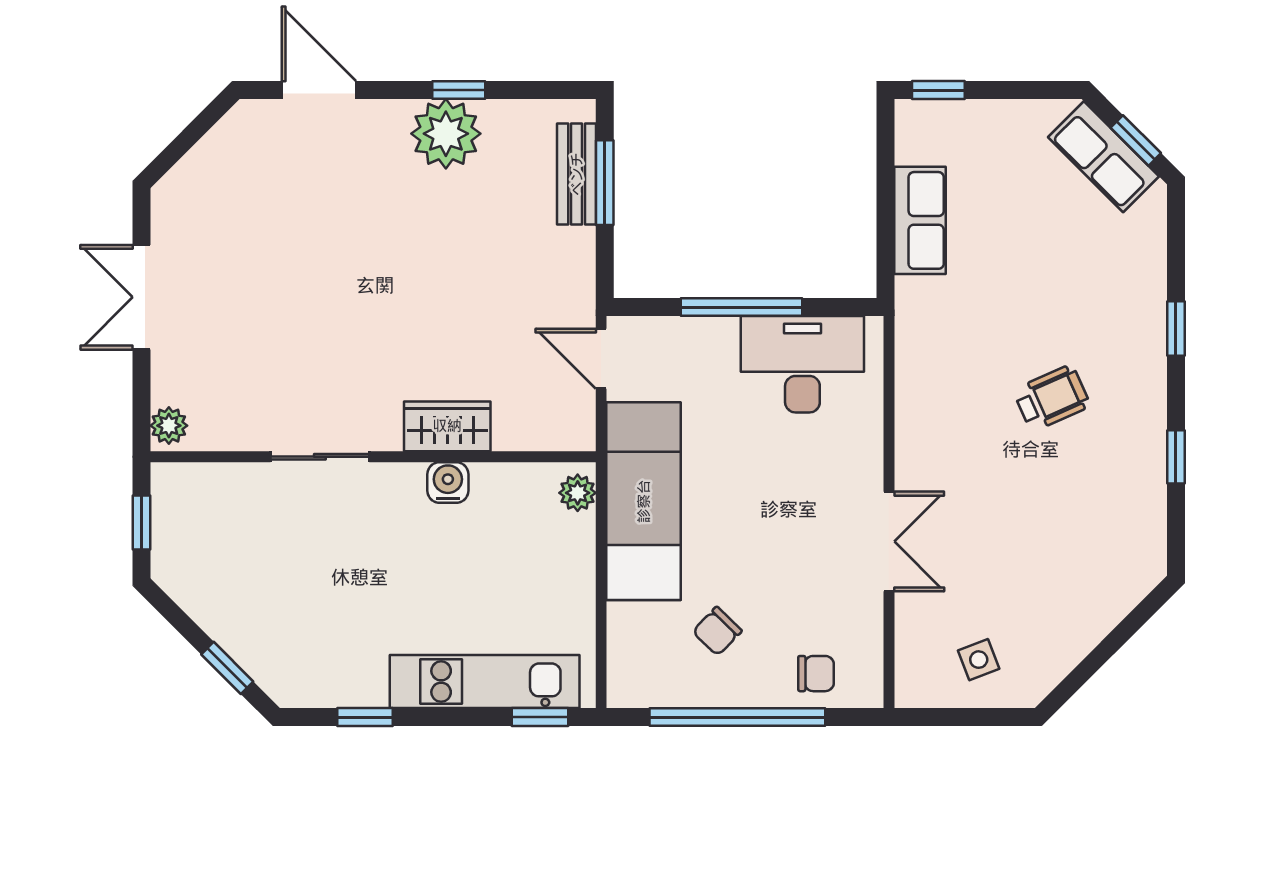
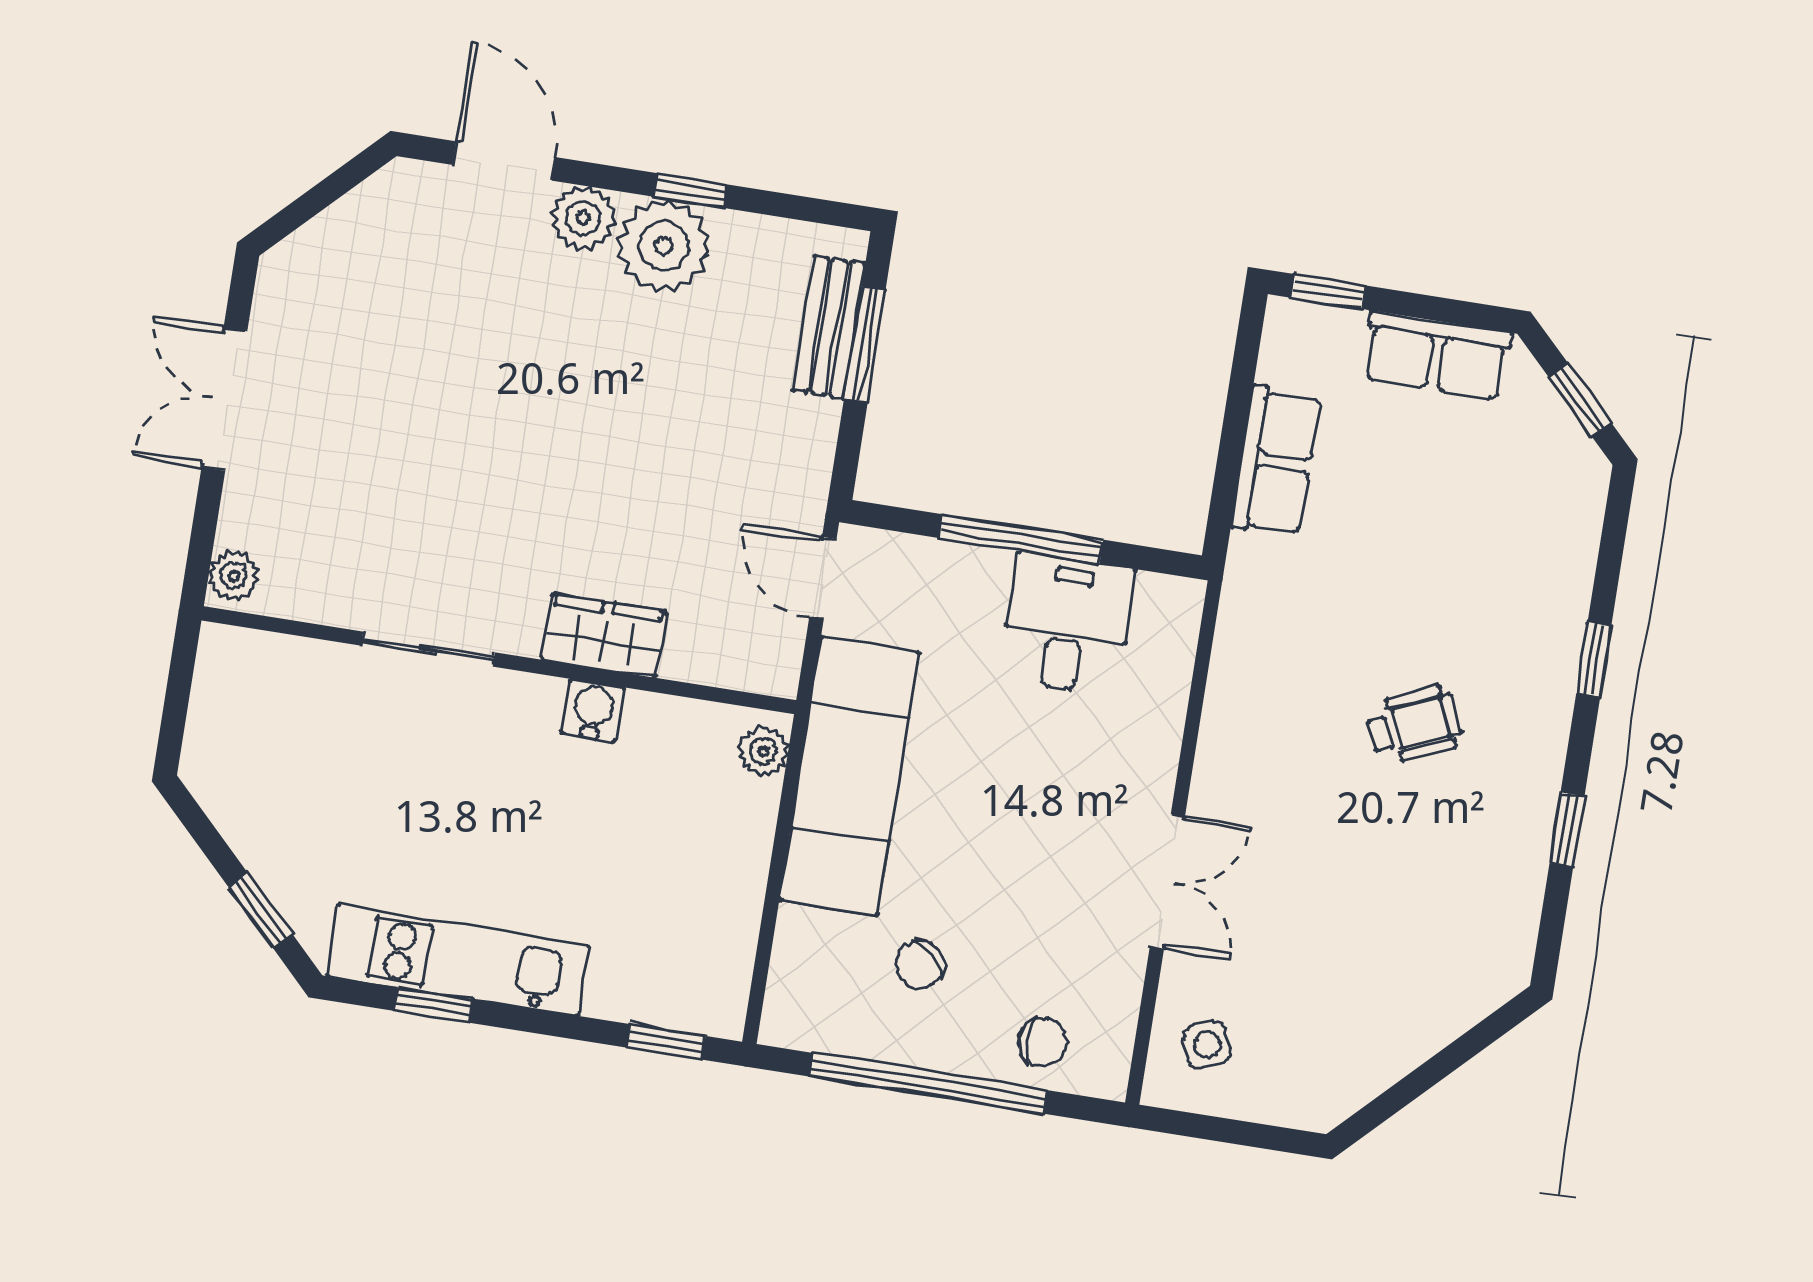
plant: (384, 123) -> (583, 218), added
row of seats: (1104, 157) -> (1437, 356), moved, turned -45
desk: (802, 364) -> (1067, 624), width x0.73
window: (142, 523) -> (177, 699), removed
side table: (979, 660) -> (1207, 1044), moved
kitchen unit: (485, 682) -> (458, 960), moved

